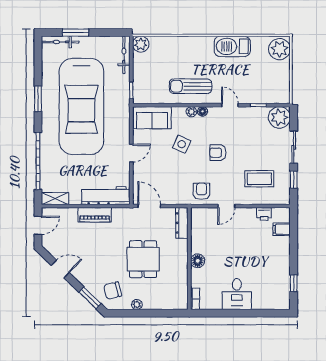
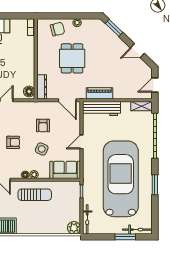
armchair: (201, 191) -> (43, 126), moved
piano: (95, 215) -> (100, 93), moved
floor lamp: (198, 261) -> (29, 91), moved
chair: (113, 291) -> (58, 29), moved

